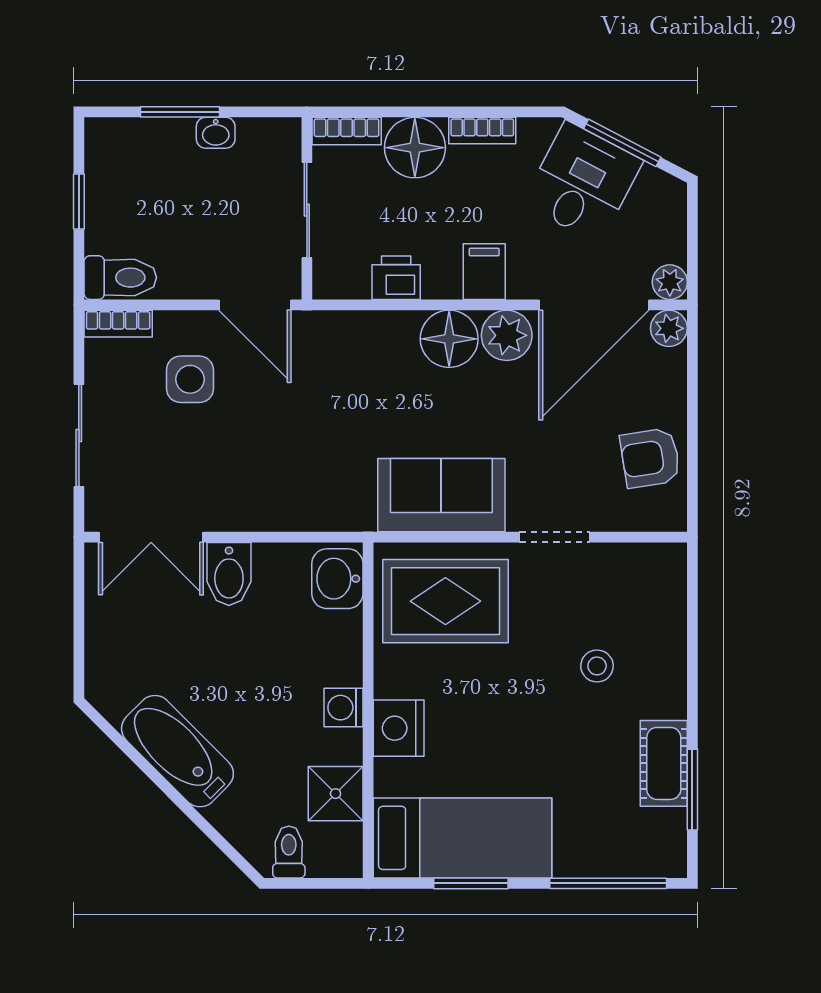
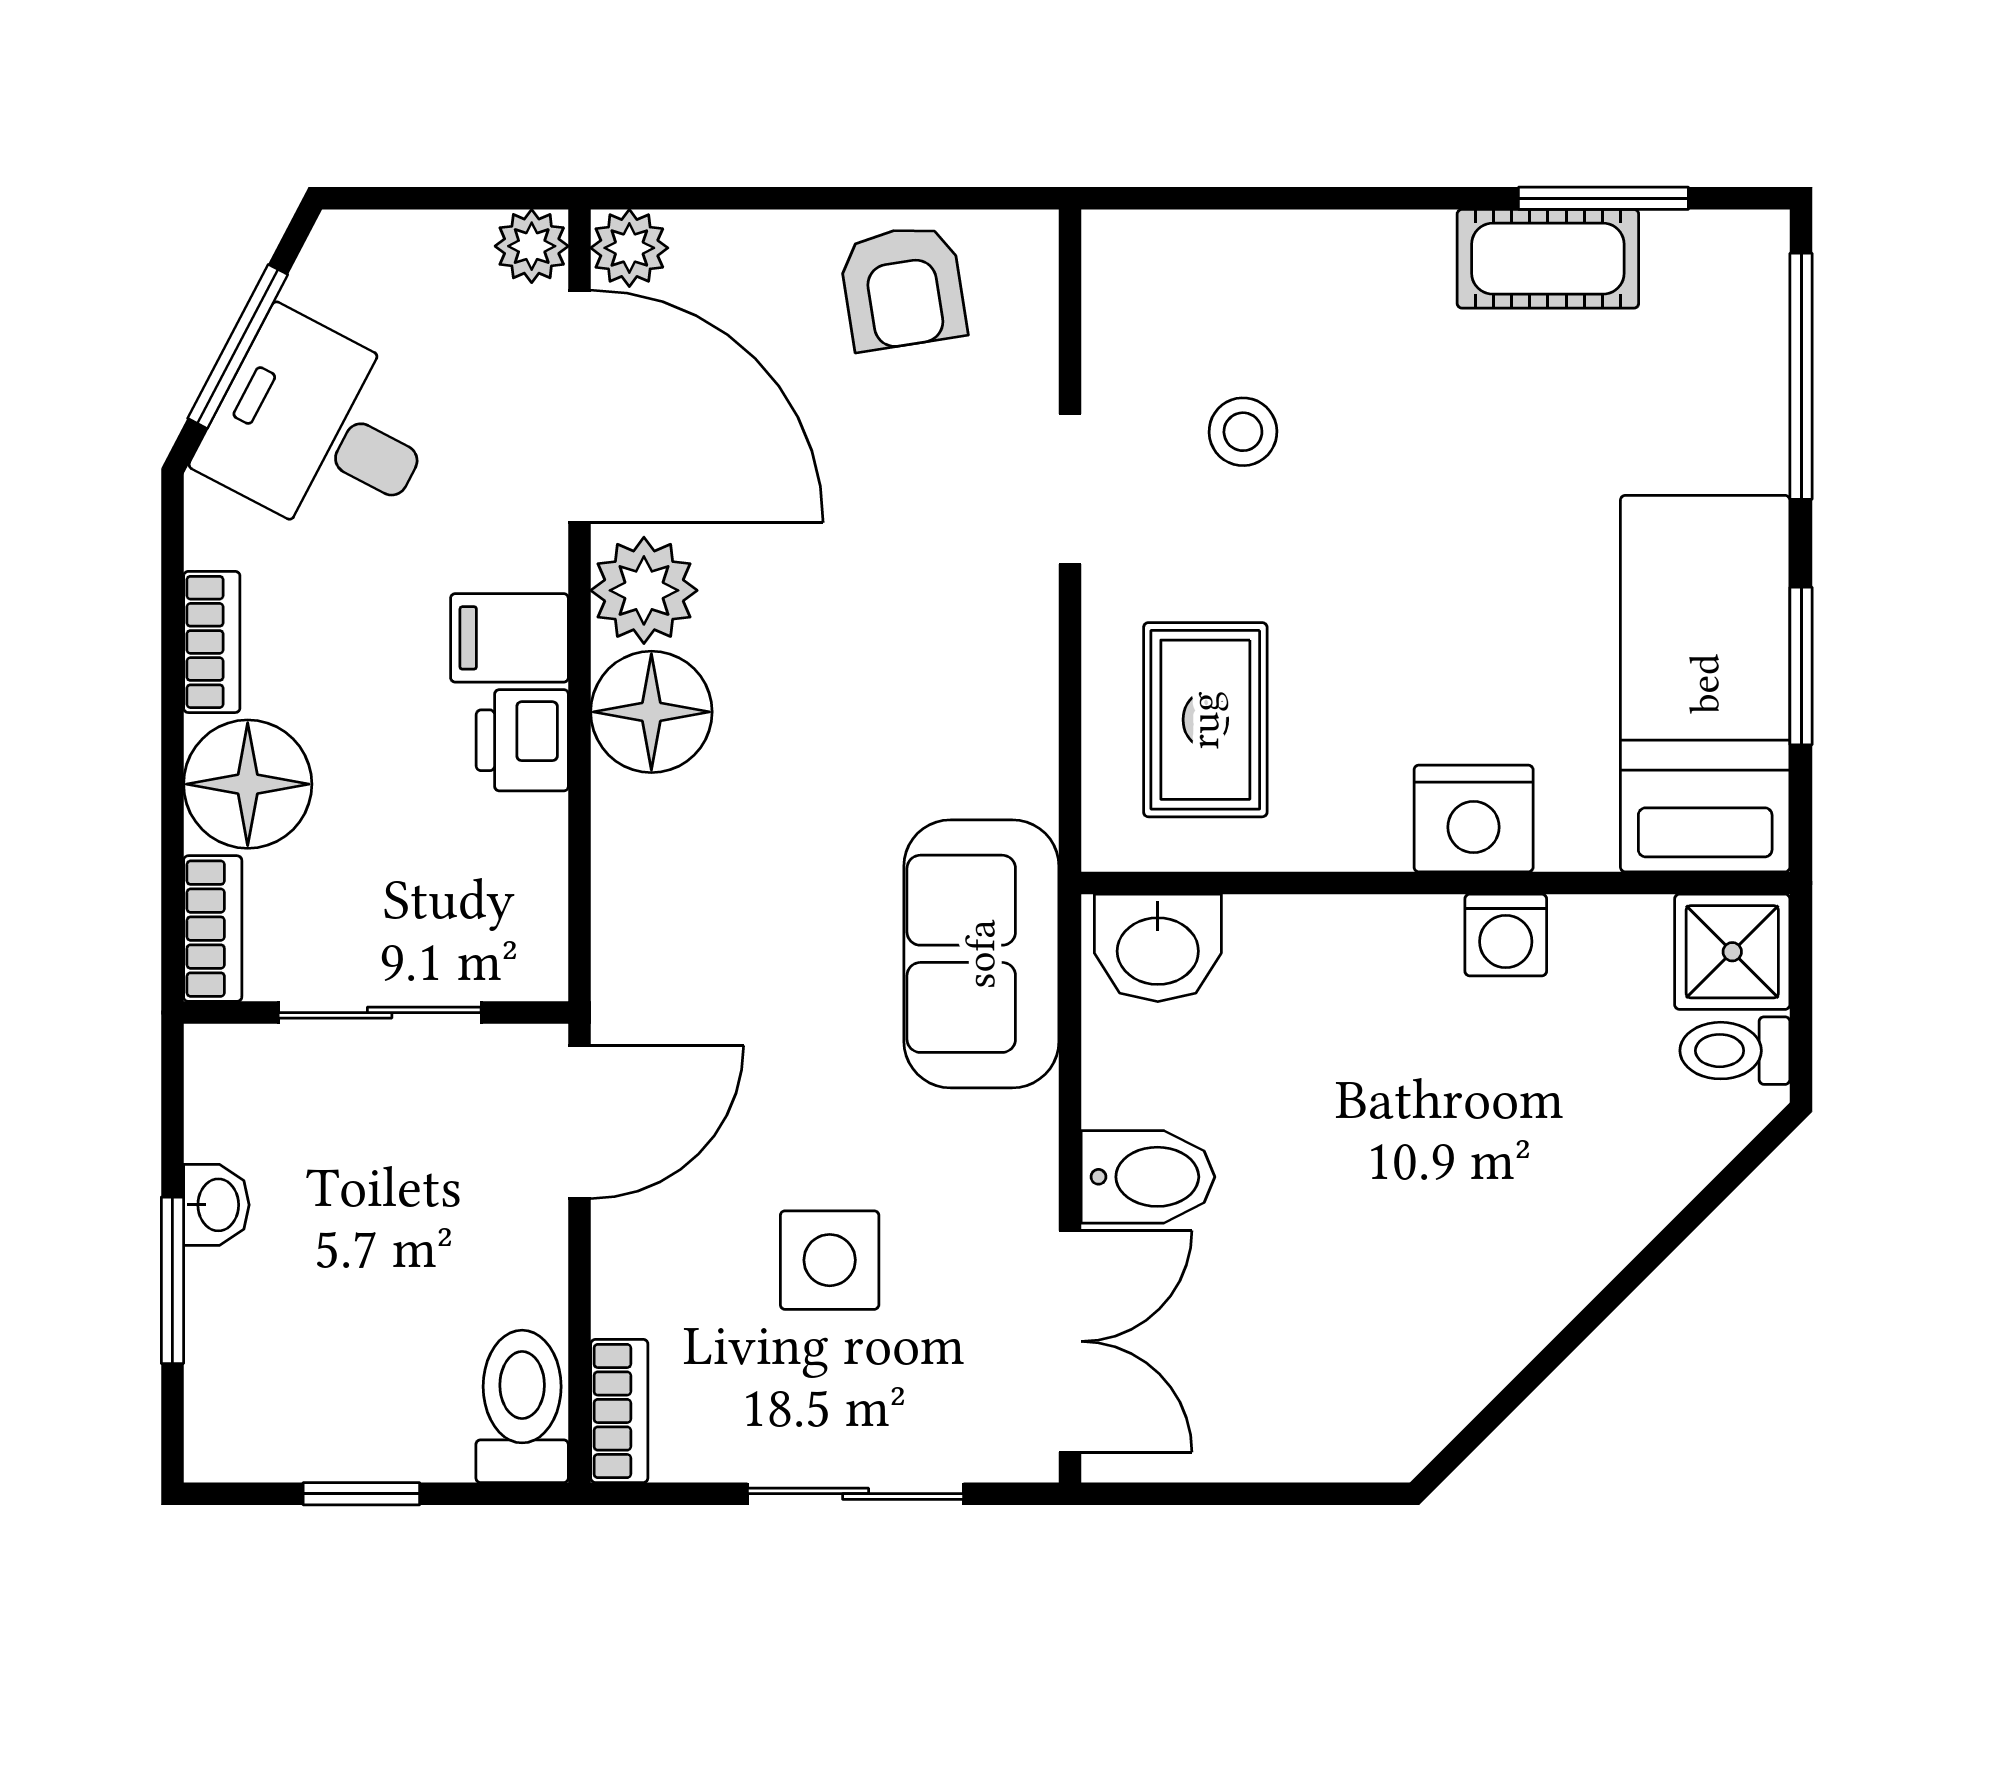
printer: (396, 278) -> (522, 740), moved
side table: (190, 379) -> (830, 1260), moved
sofa: (441, 495) -> (981, 954), moved
rug: (445, 601) -> (1205, 720), width x0.73, depth x0.70
stool: (597, 666) -> (1243, 432), moved
washing machine: (344, 708) -> (1506, 935), moved
bathtub: (177, 751) -> (1522, 1286), removed
shower: (336, 794) -> (1732, 952), moved

